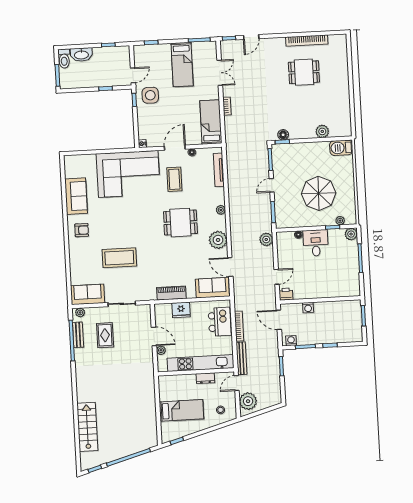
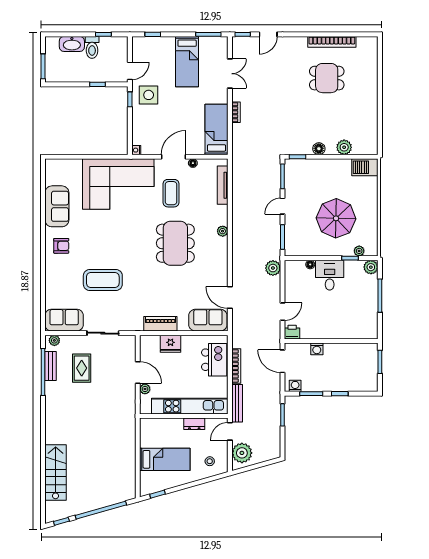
toilet: (64, 59) -> (92, 47), moved
floor lamp: (283, 135) -> (319, 149), moved
dining table: (180, 223) -> (175, 243), width x1.37
plant: (218, 240) -> (217, 266), removed

